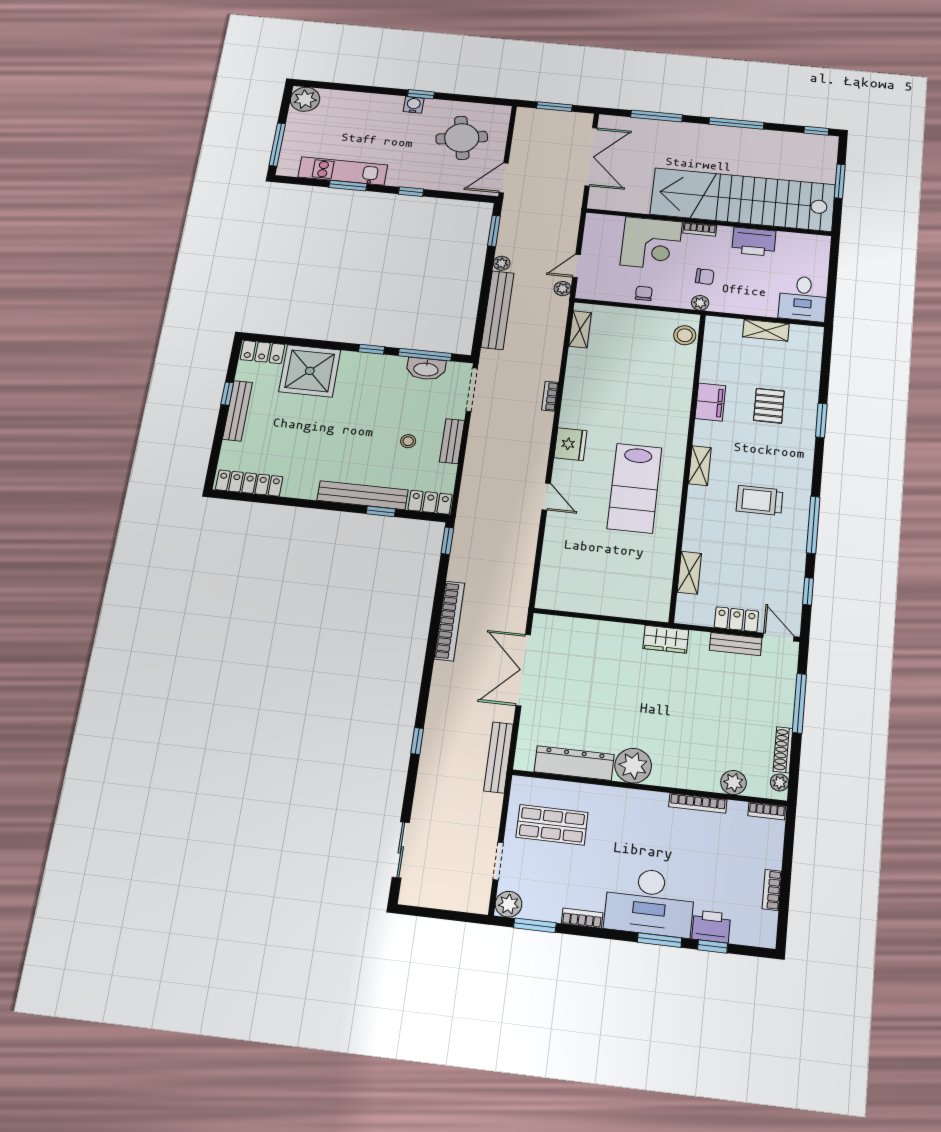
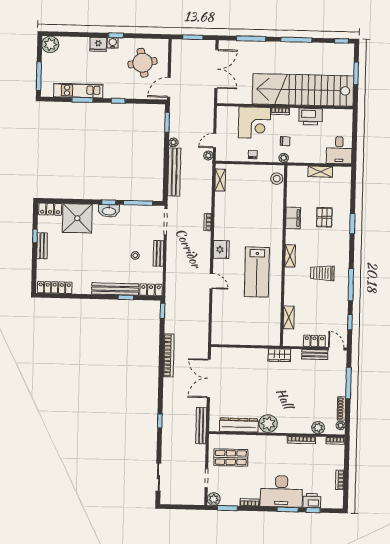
fridge: (388, 105) -> (98, 44), added
washbasin: (426, 369) -> (109, 211), moved
bench: (238, 411) -> (42, 246), width x0.73

